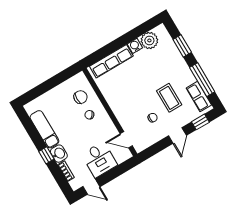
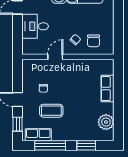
water cooler: (135, 46) -> (109, 108), removed
row of seats: (111, 61) -> (107, 89), width x0.68
door: (126, 140) -> (55, 57), moved

